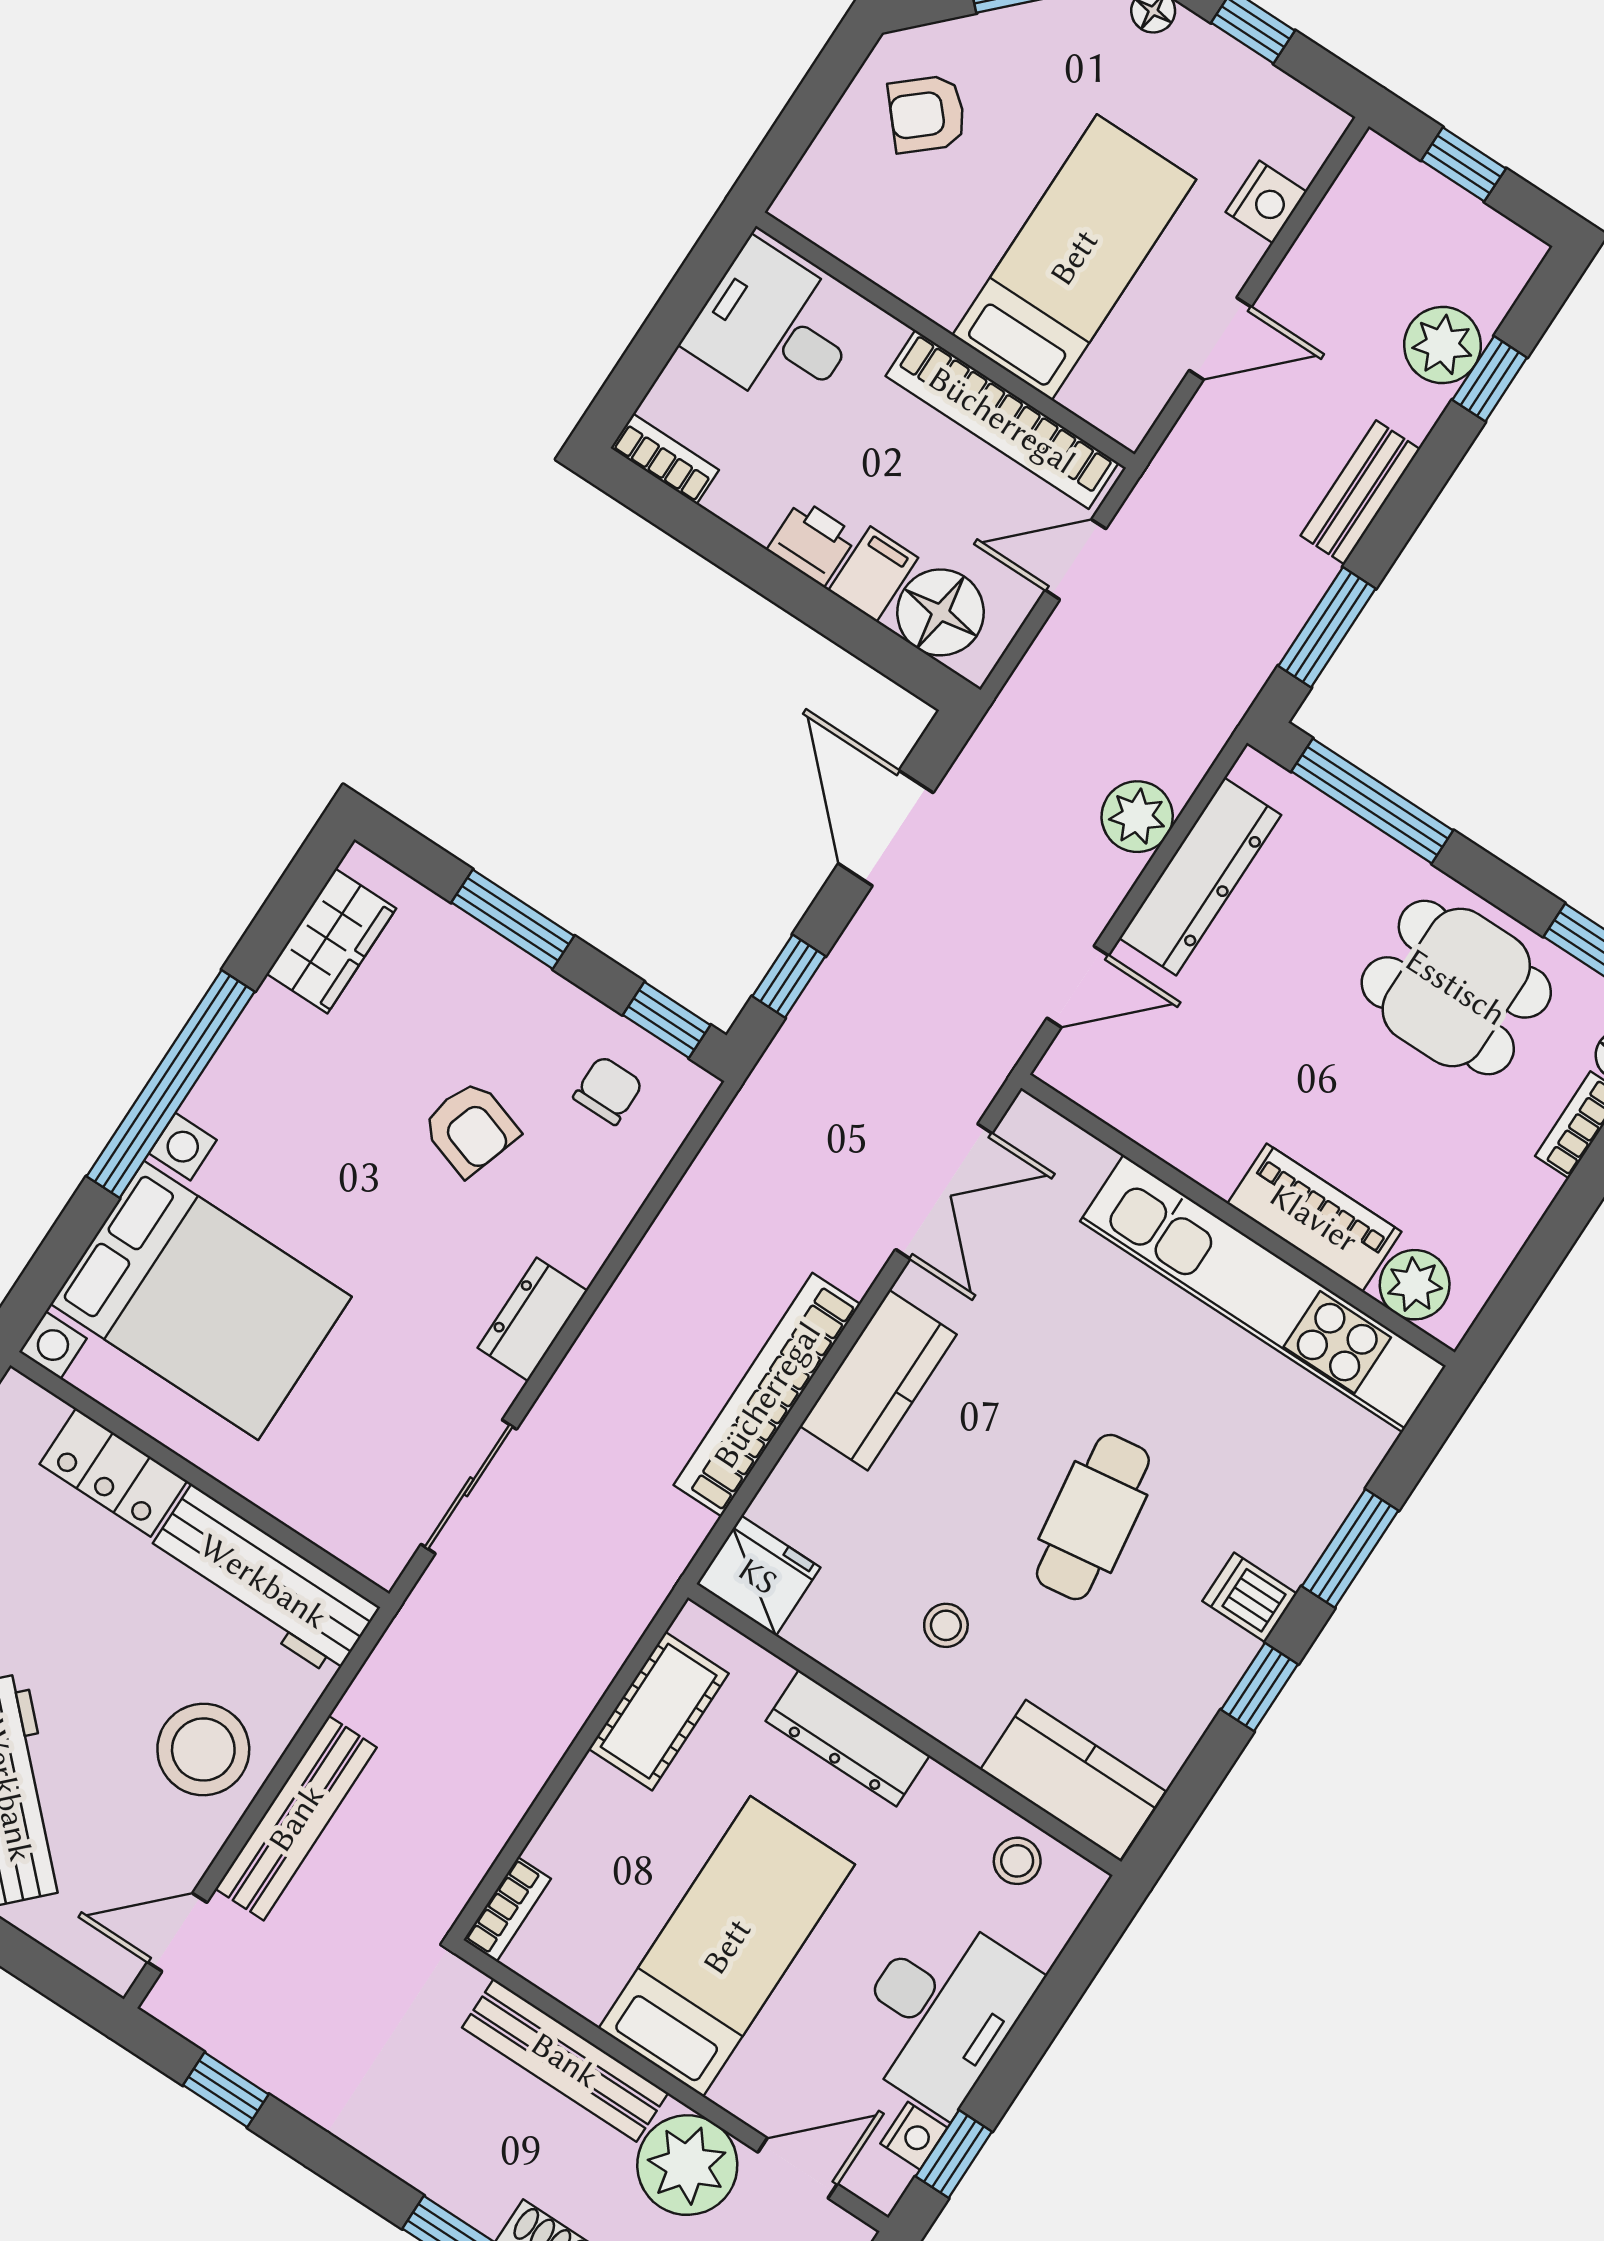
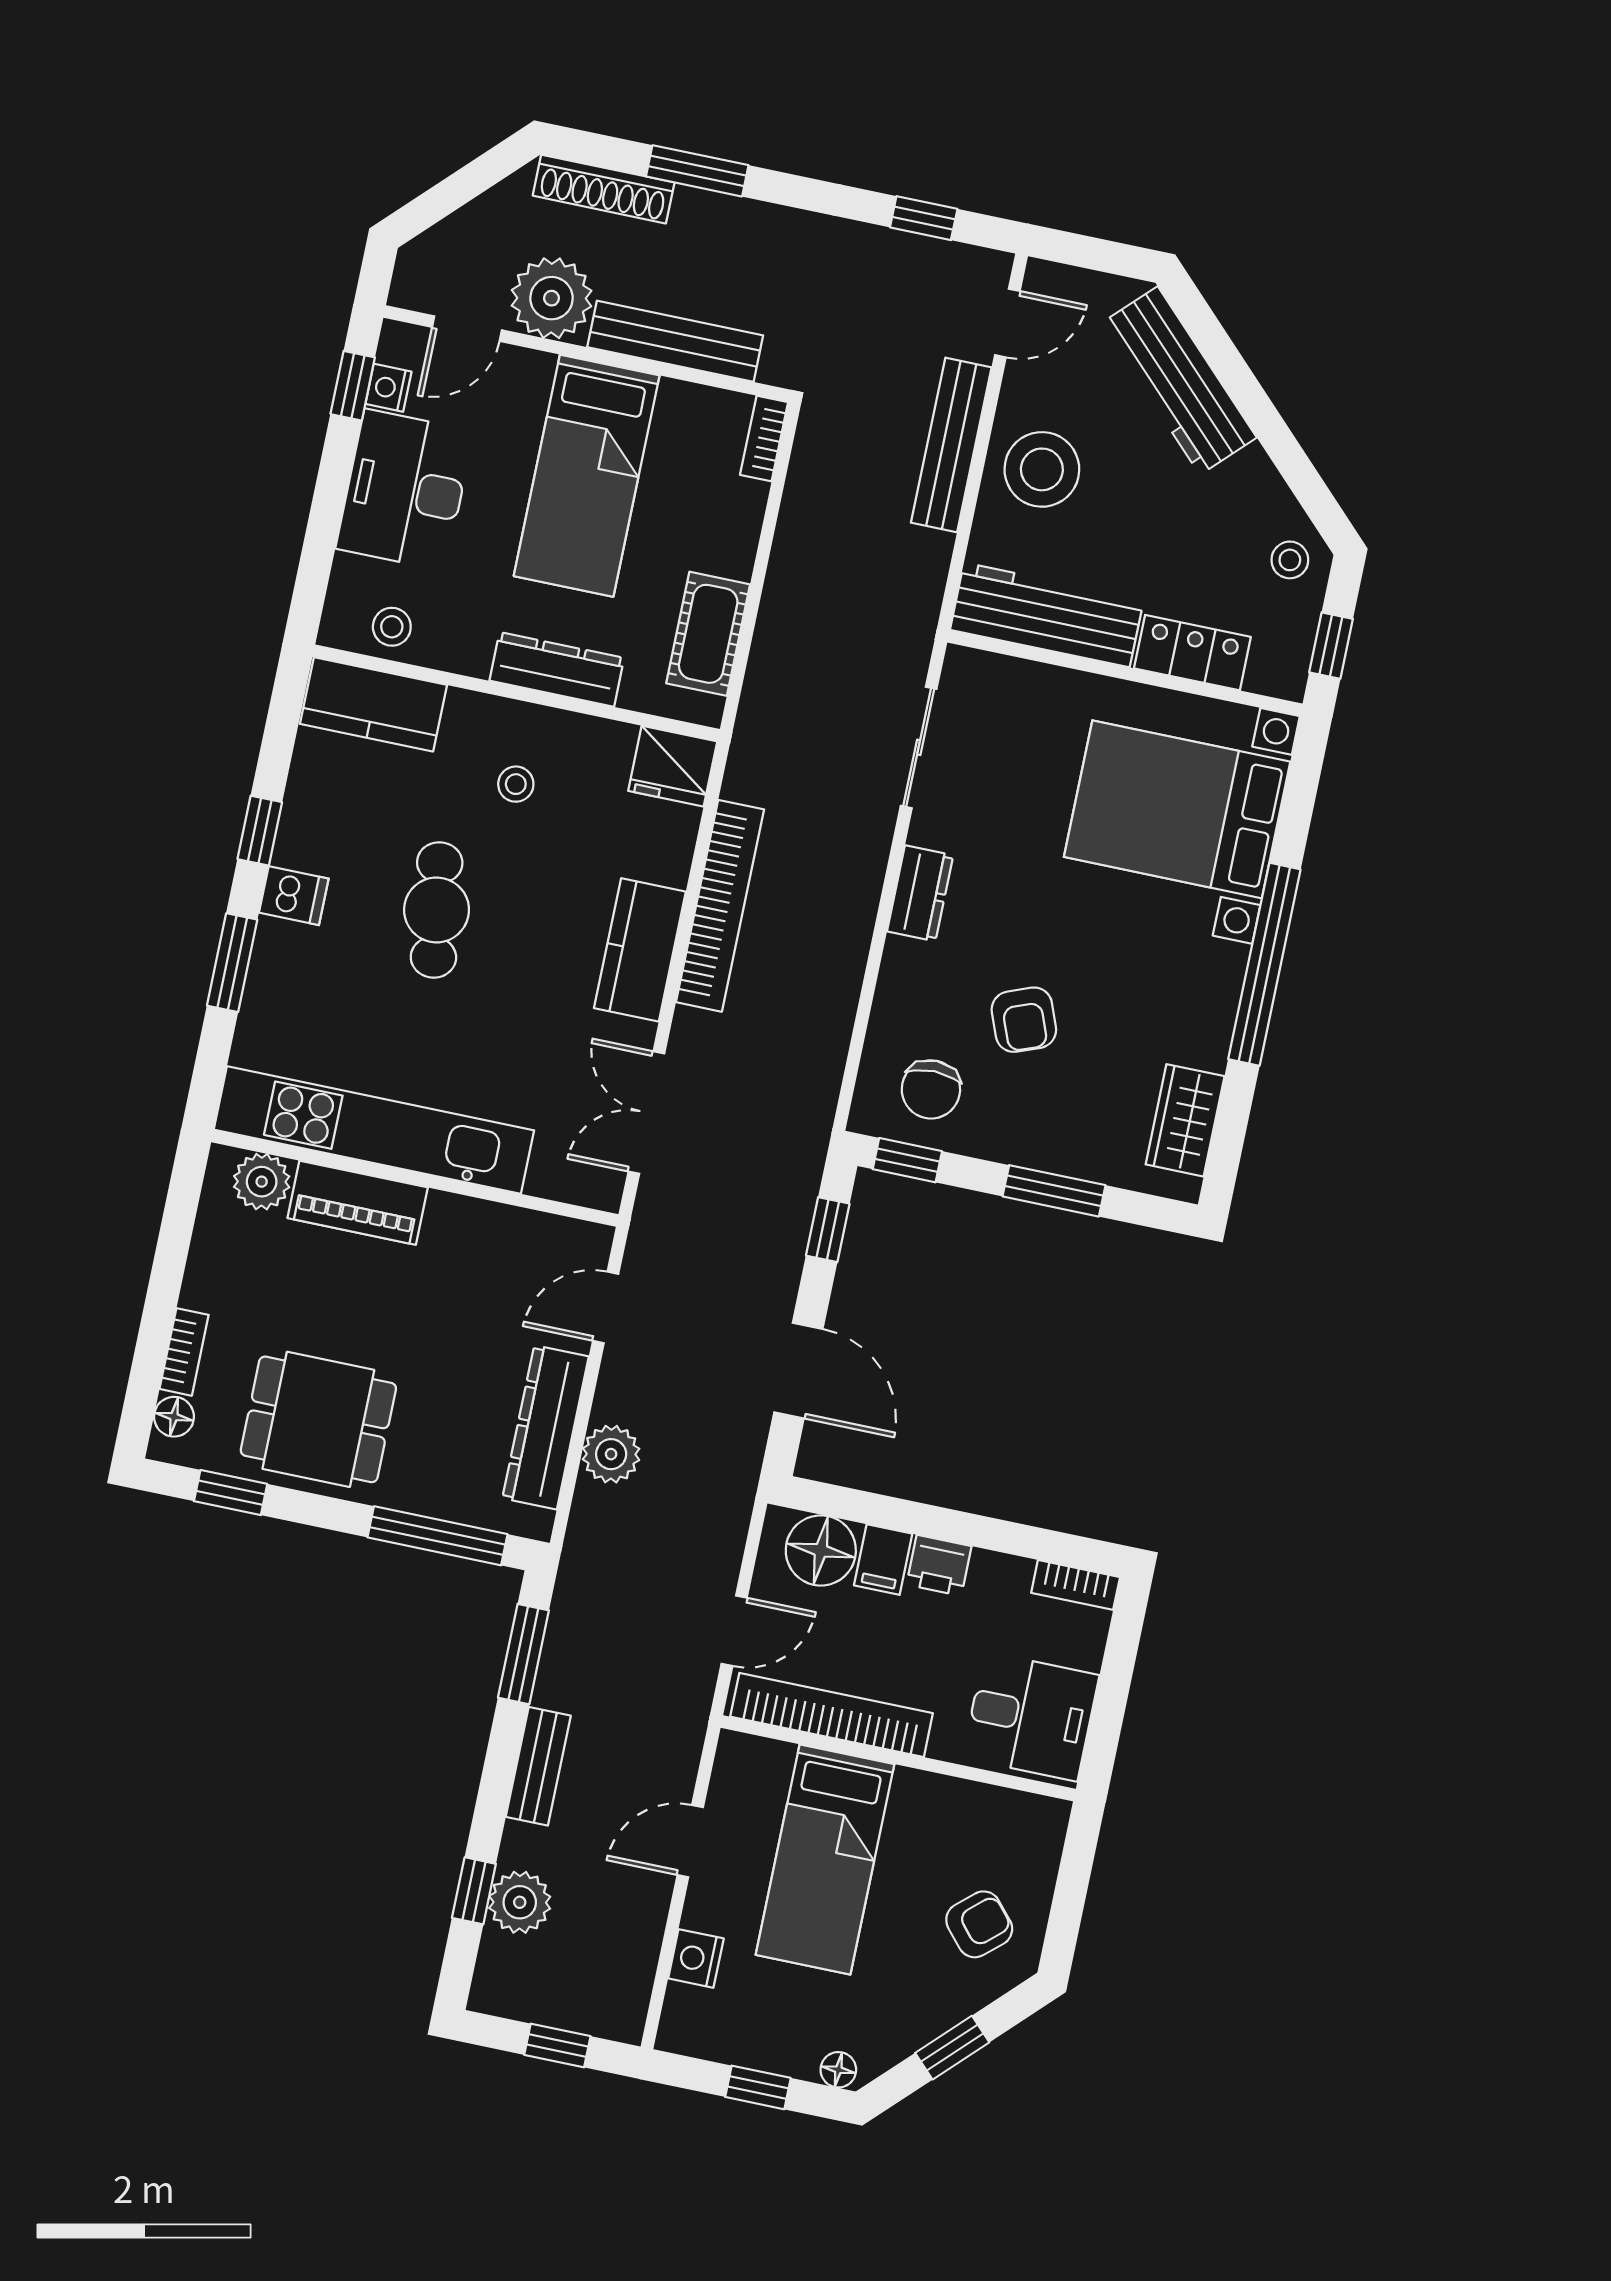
chair: (608, 1090) -> (931, 1089), width x1.37, depth x1.37
armchair: (470, 1128) -> (1024, 1020), turned -129

